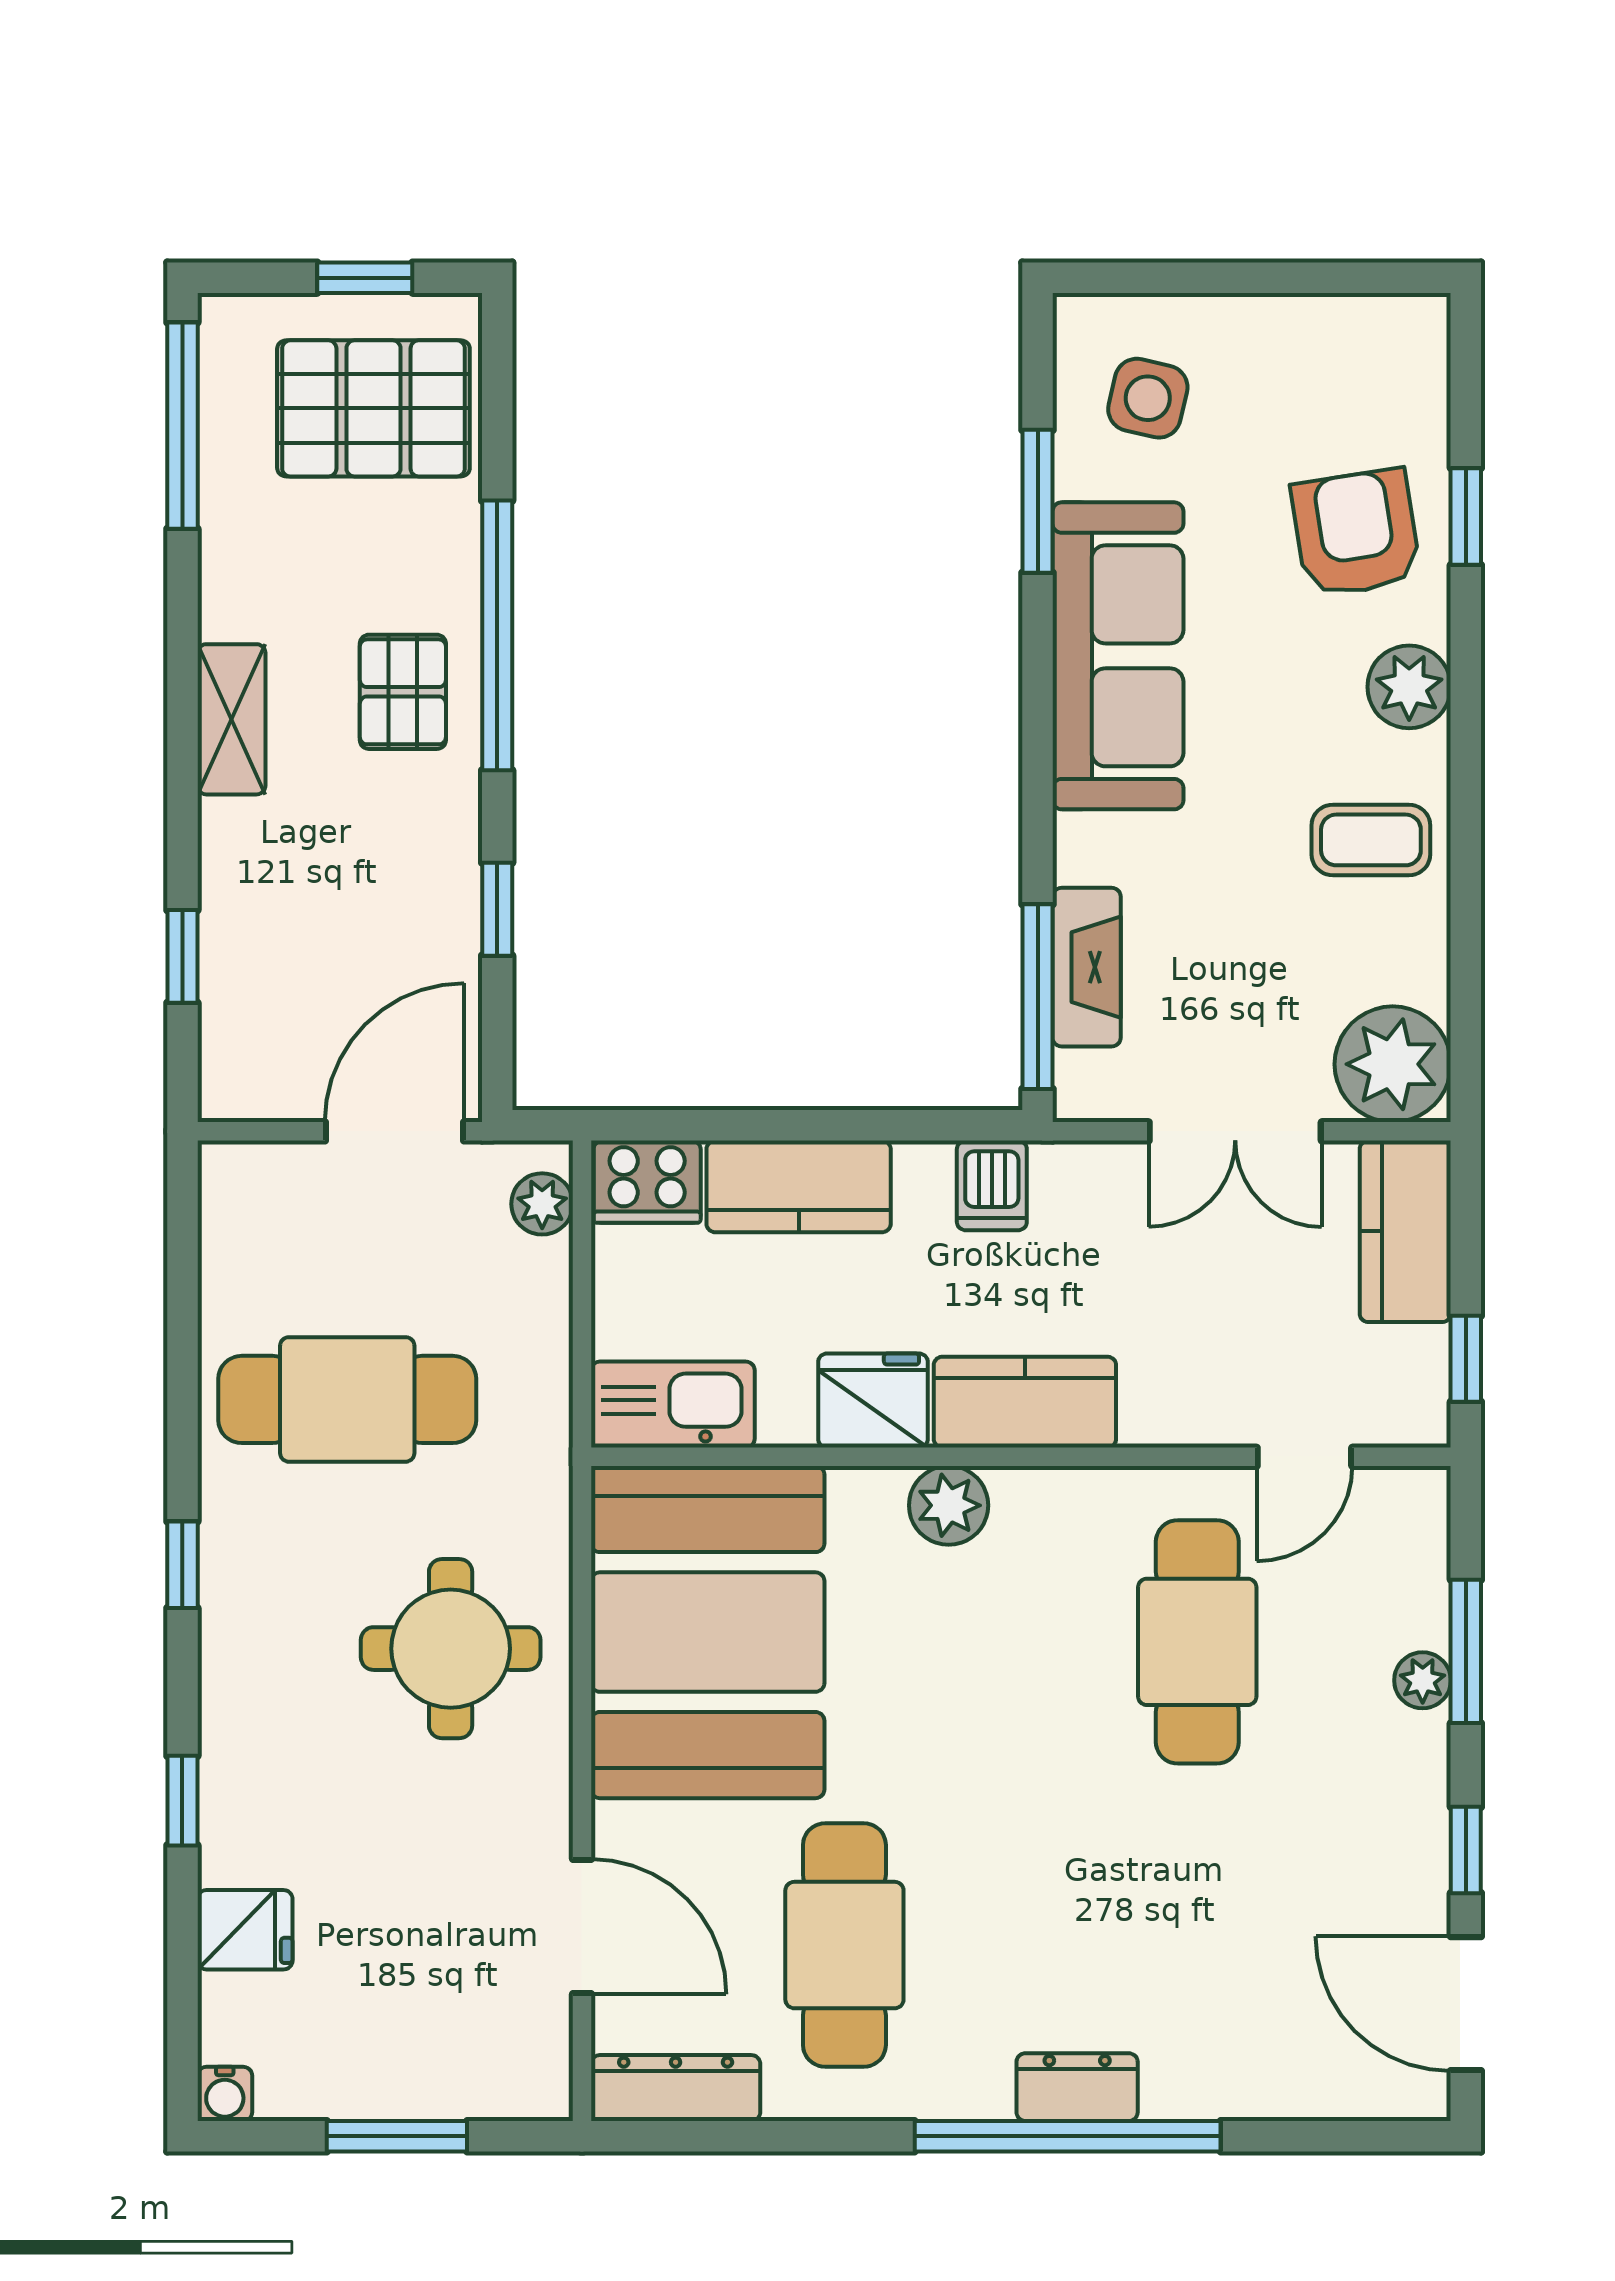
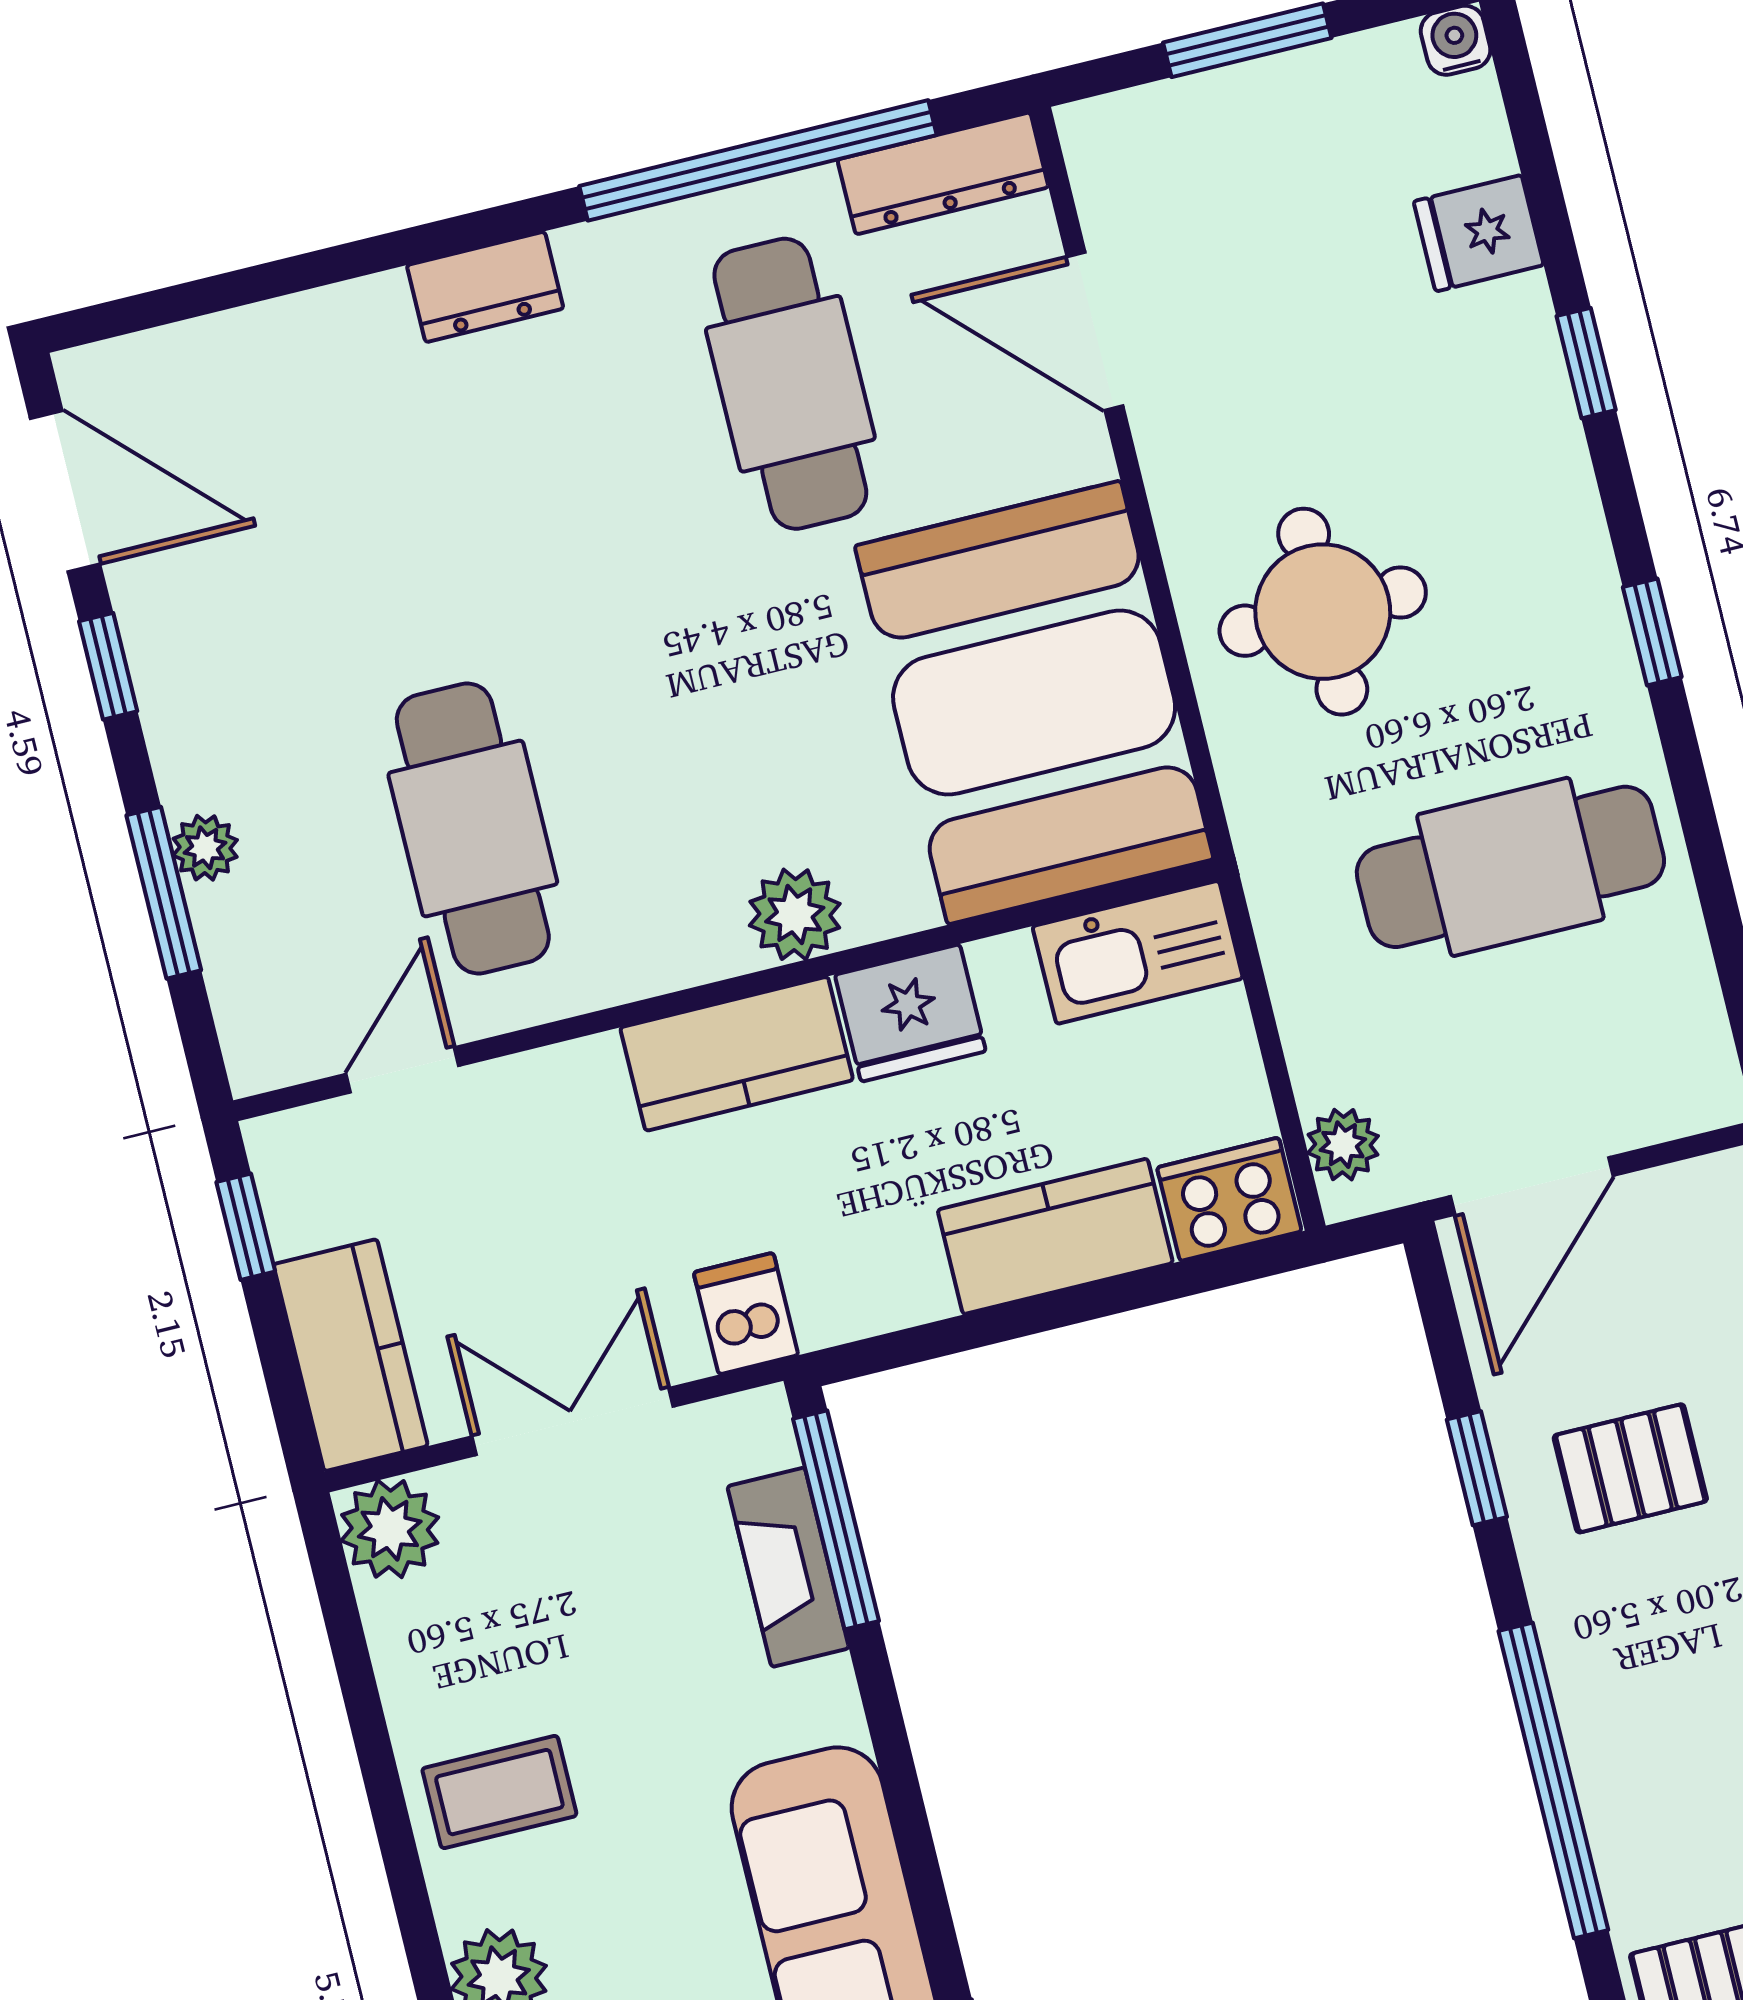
pallet: (403, 692) -> (1630, 1468), moved, turned 90
plant: (1393, 1064) -> (390, 1529), width x0.73, depth x0.73
dishwasher: (992, 1185) -> (746, 1314), moved
window: (1068, 2136) -> (758, 160), moved

